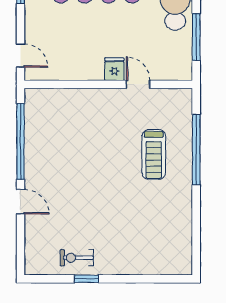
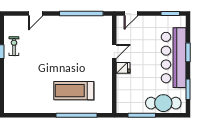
door: (138, 84) -> (114, 51), moved
treadmill: (154, 154) -> (74, 91), width x1.37, depth x1.37
door: (21, 202) -> (36, 13), moved

